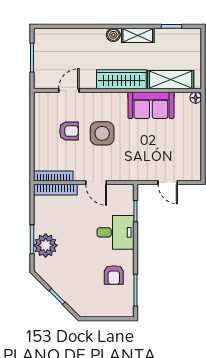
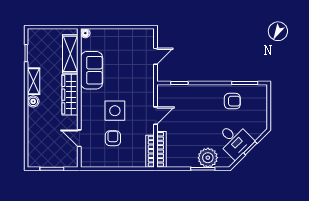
desk: (116, 232) -> (235, 140), moved, turned 135

